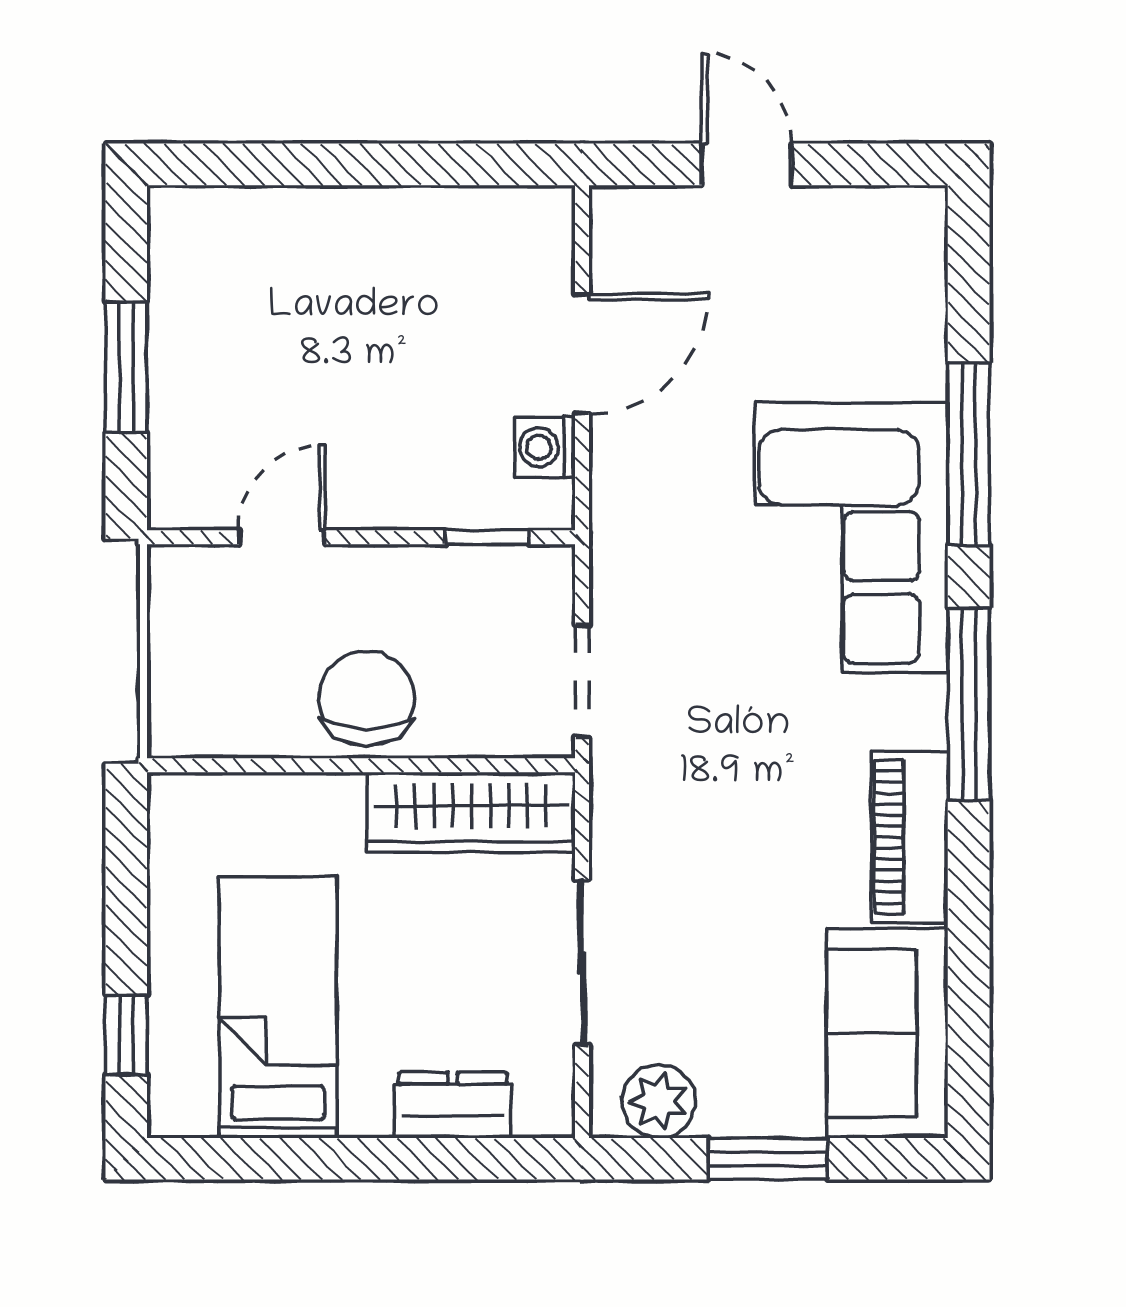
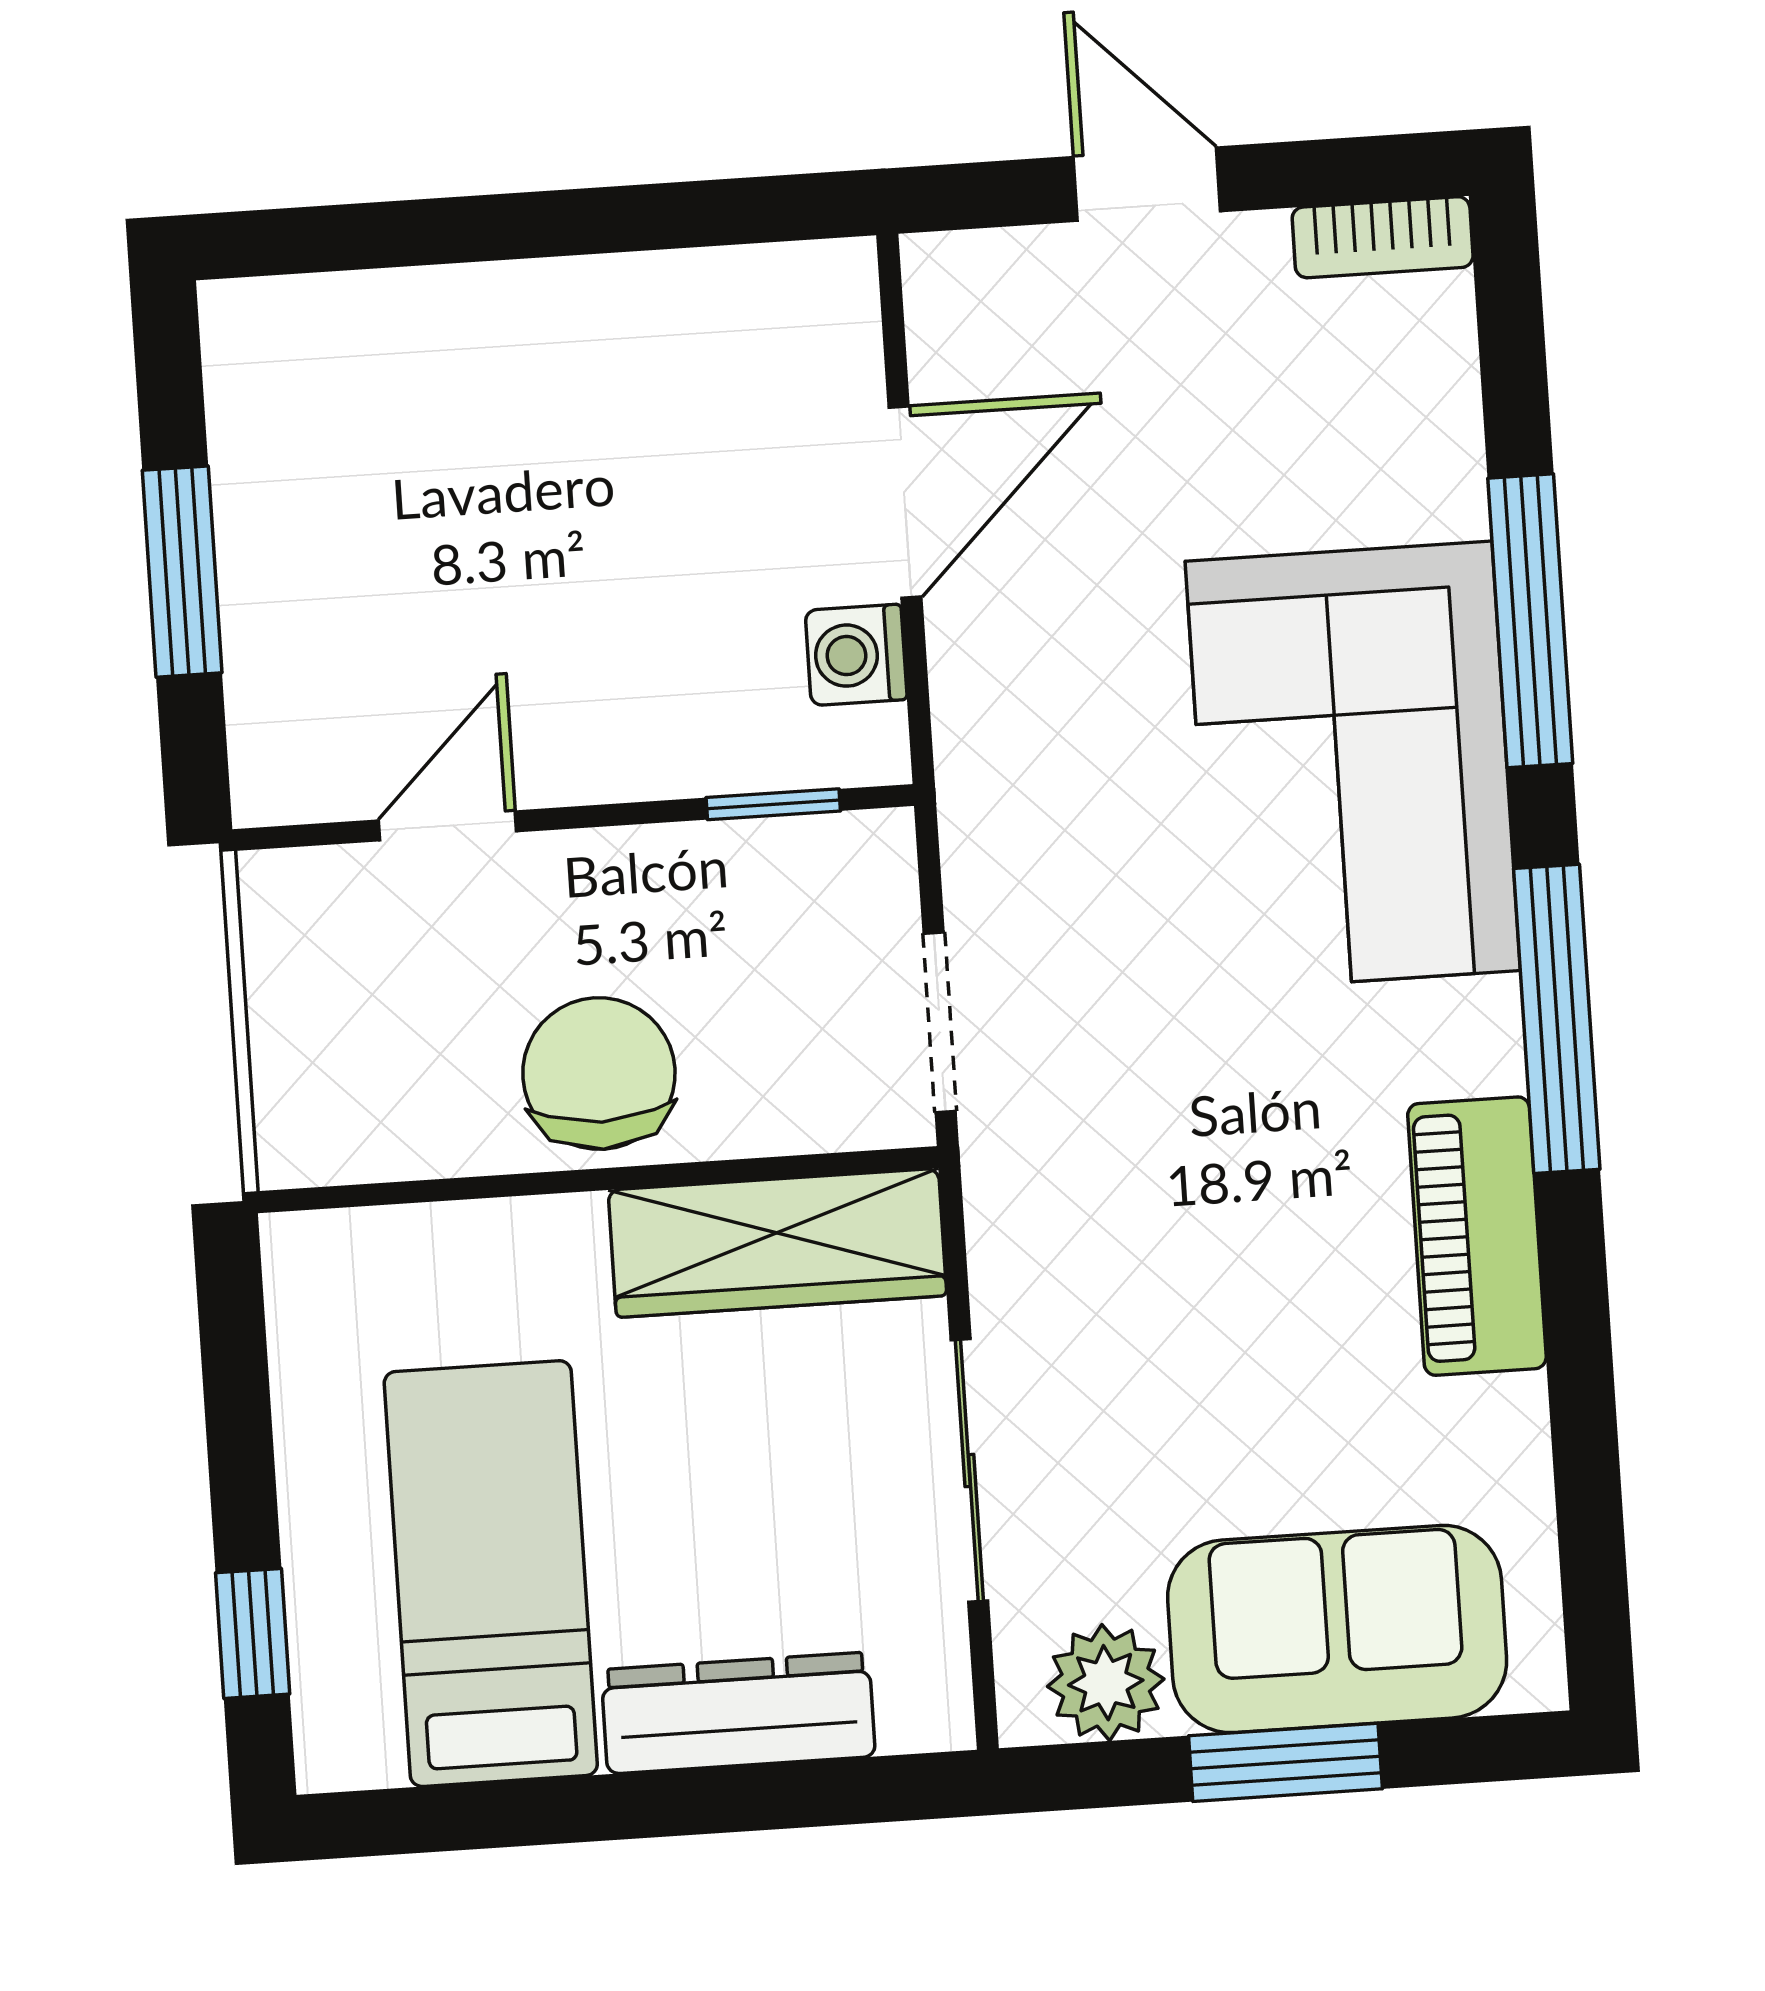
bookcase: (892, 208) -> (1383, 237), added
sofa: (887, 1033) -> (1337, 1629), moved, turned 90
dresser: (453, 1105) -> (738, 1713), width x1.44

